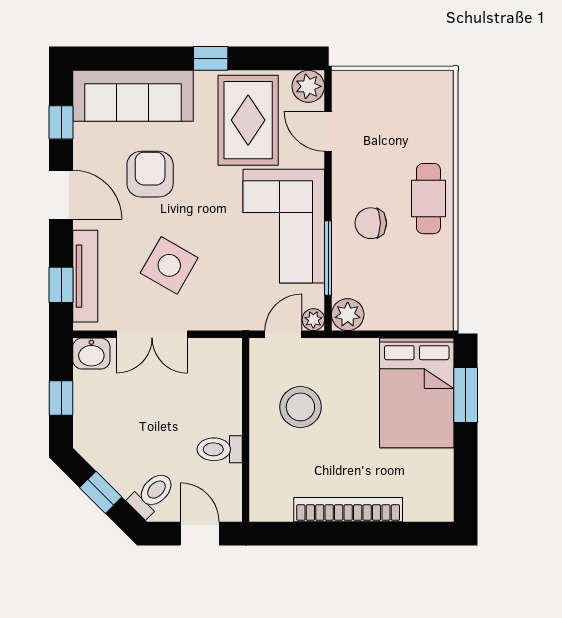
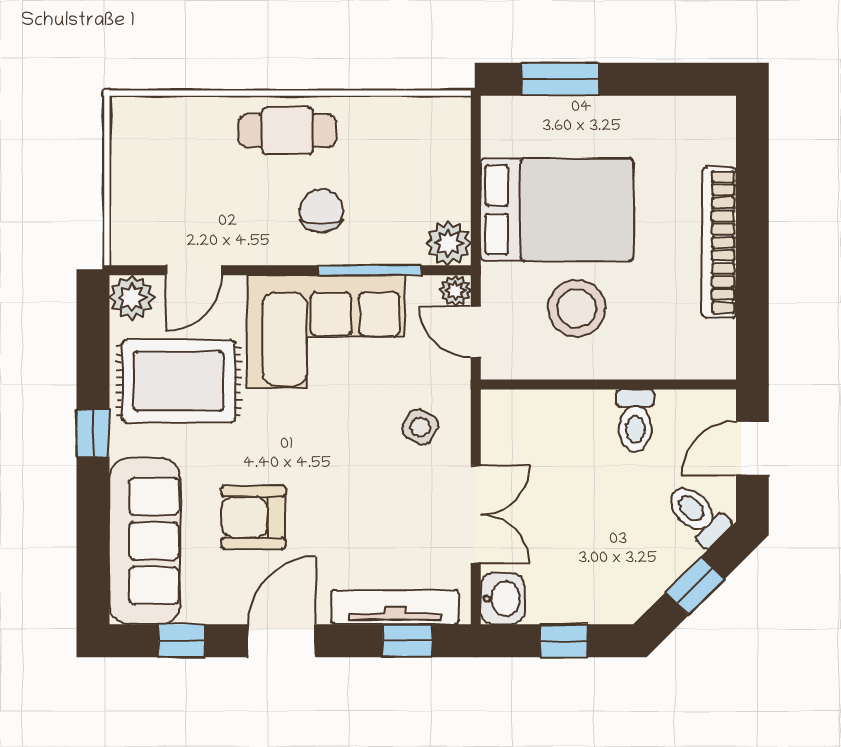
chair: (371, 223) -> (322, 211), turned 180
side table: (169, 265) -> (420, 427), moved, width x0.54, depth x0.54
bed: (417, 393) -> (557, 210), moved

